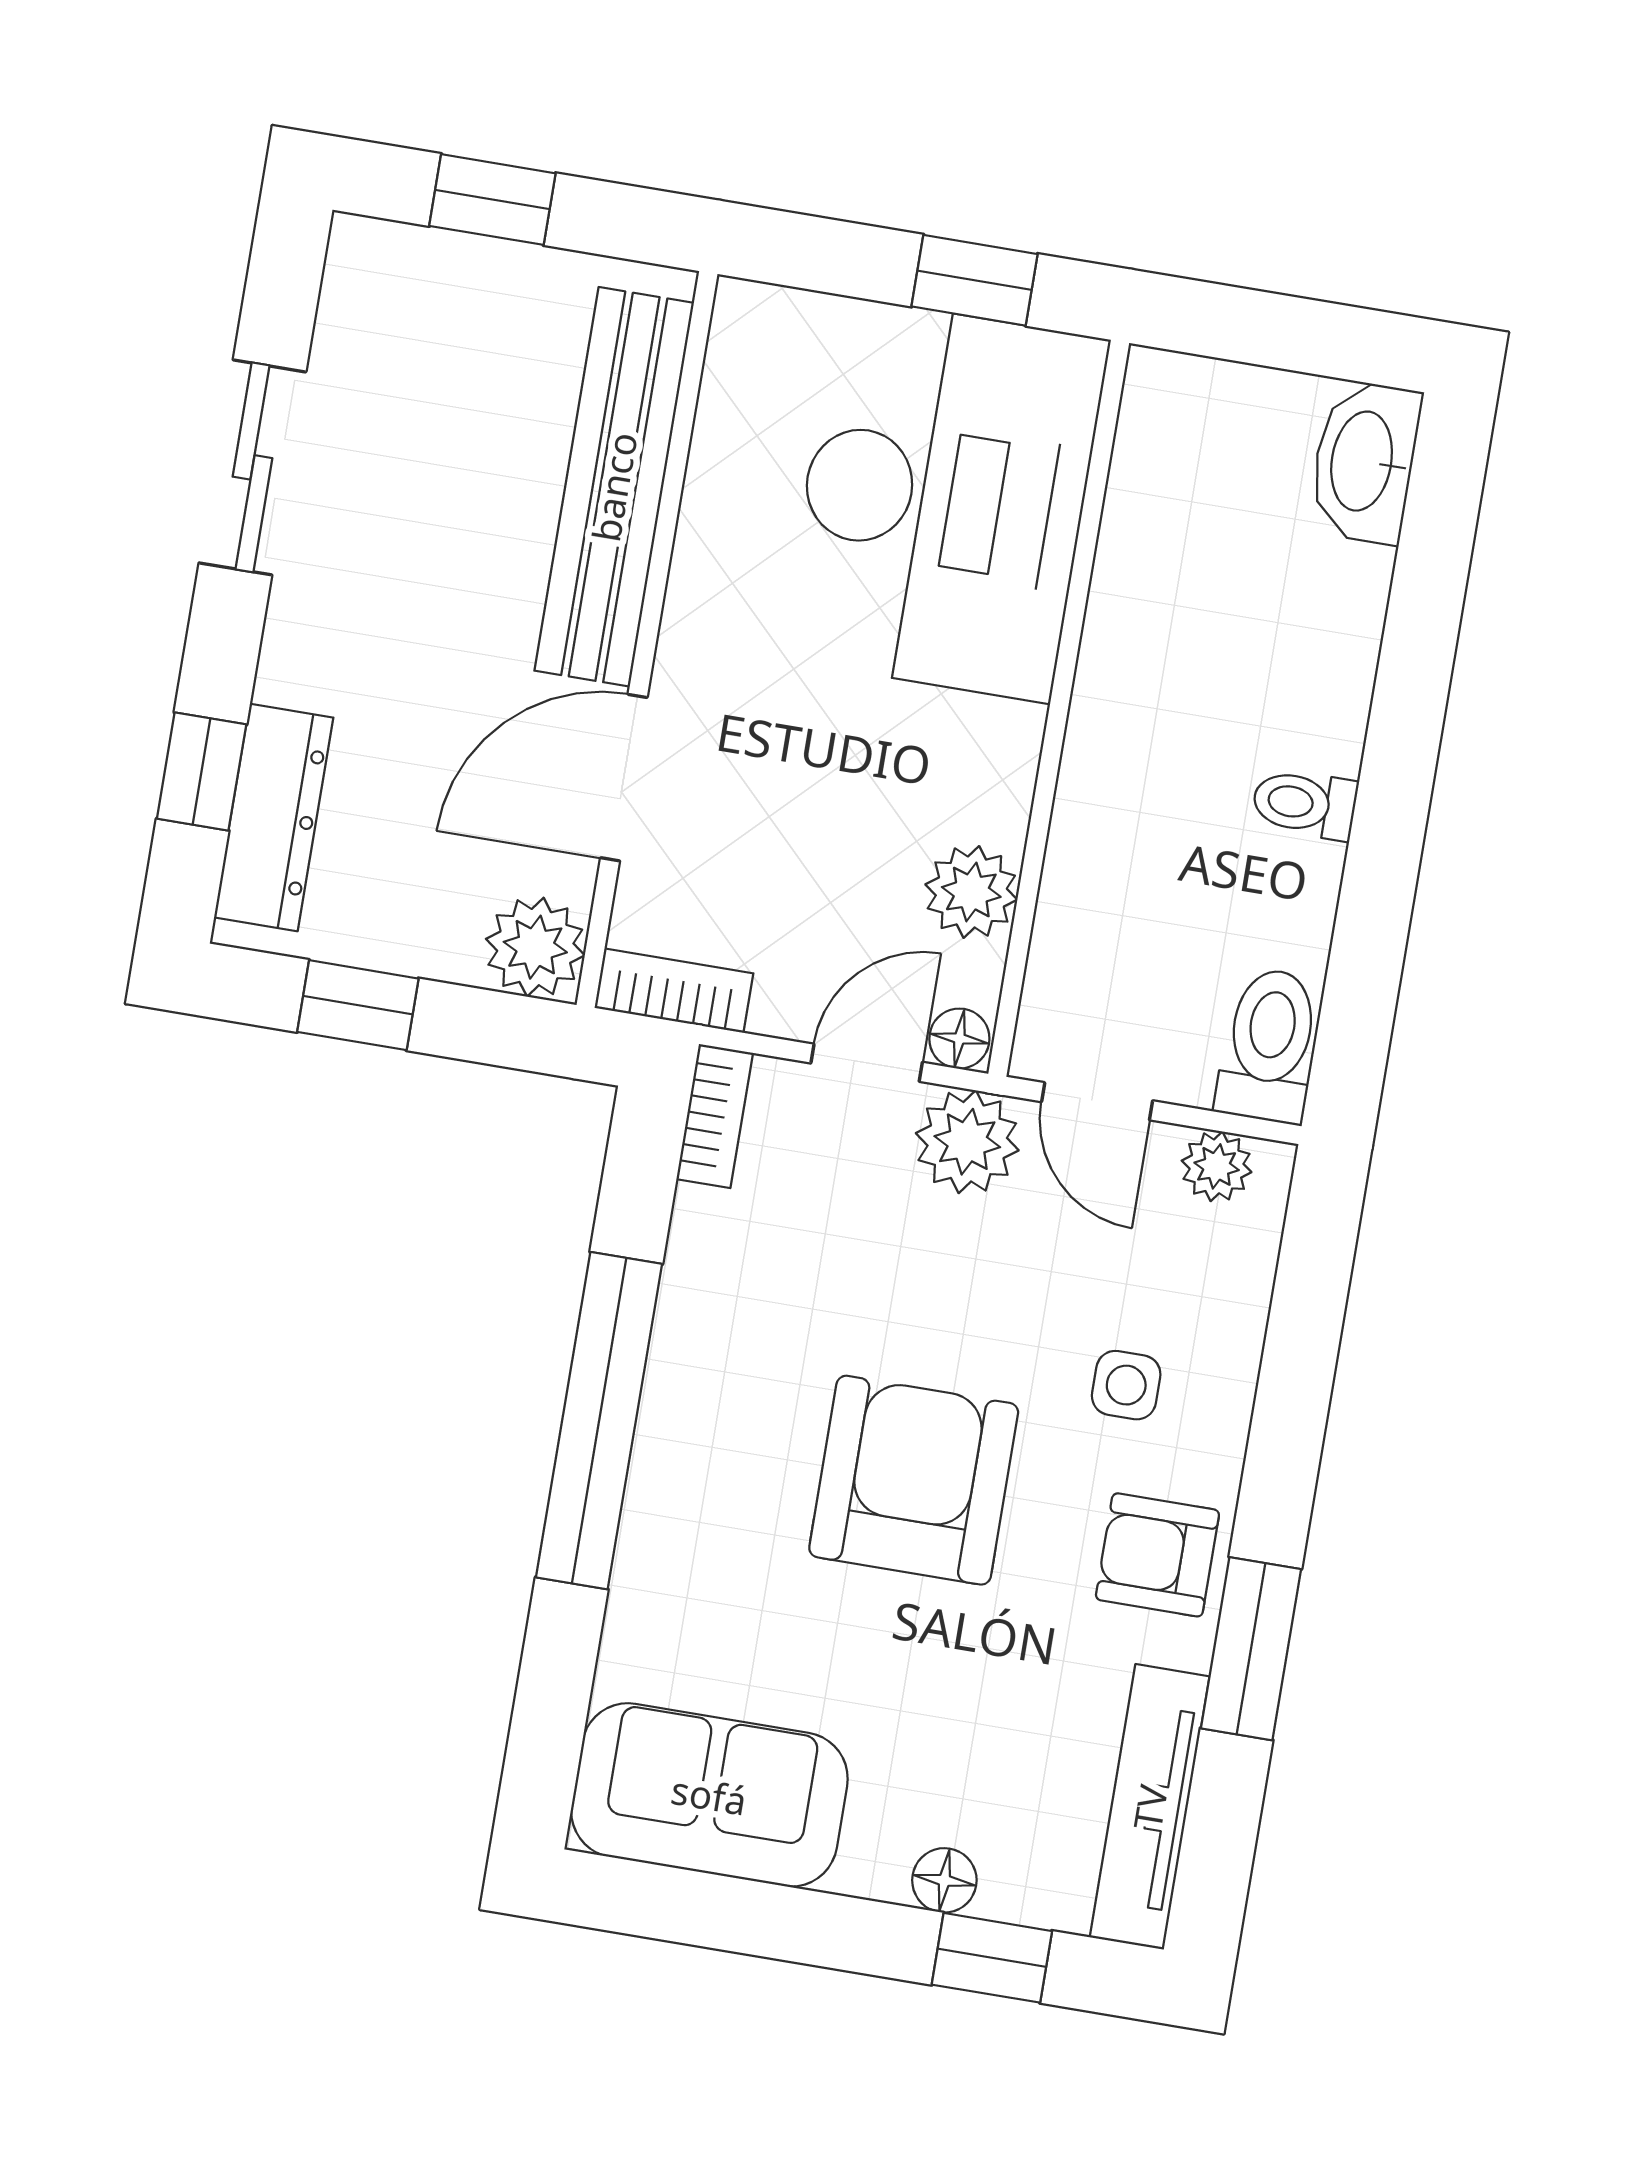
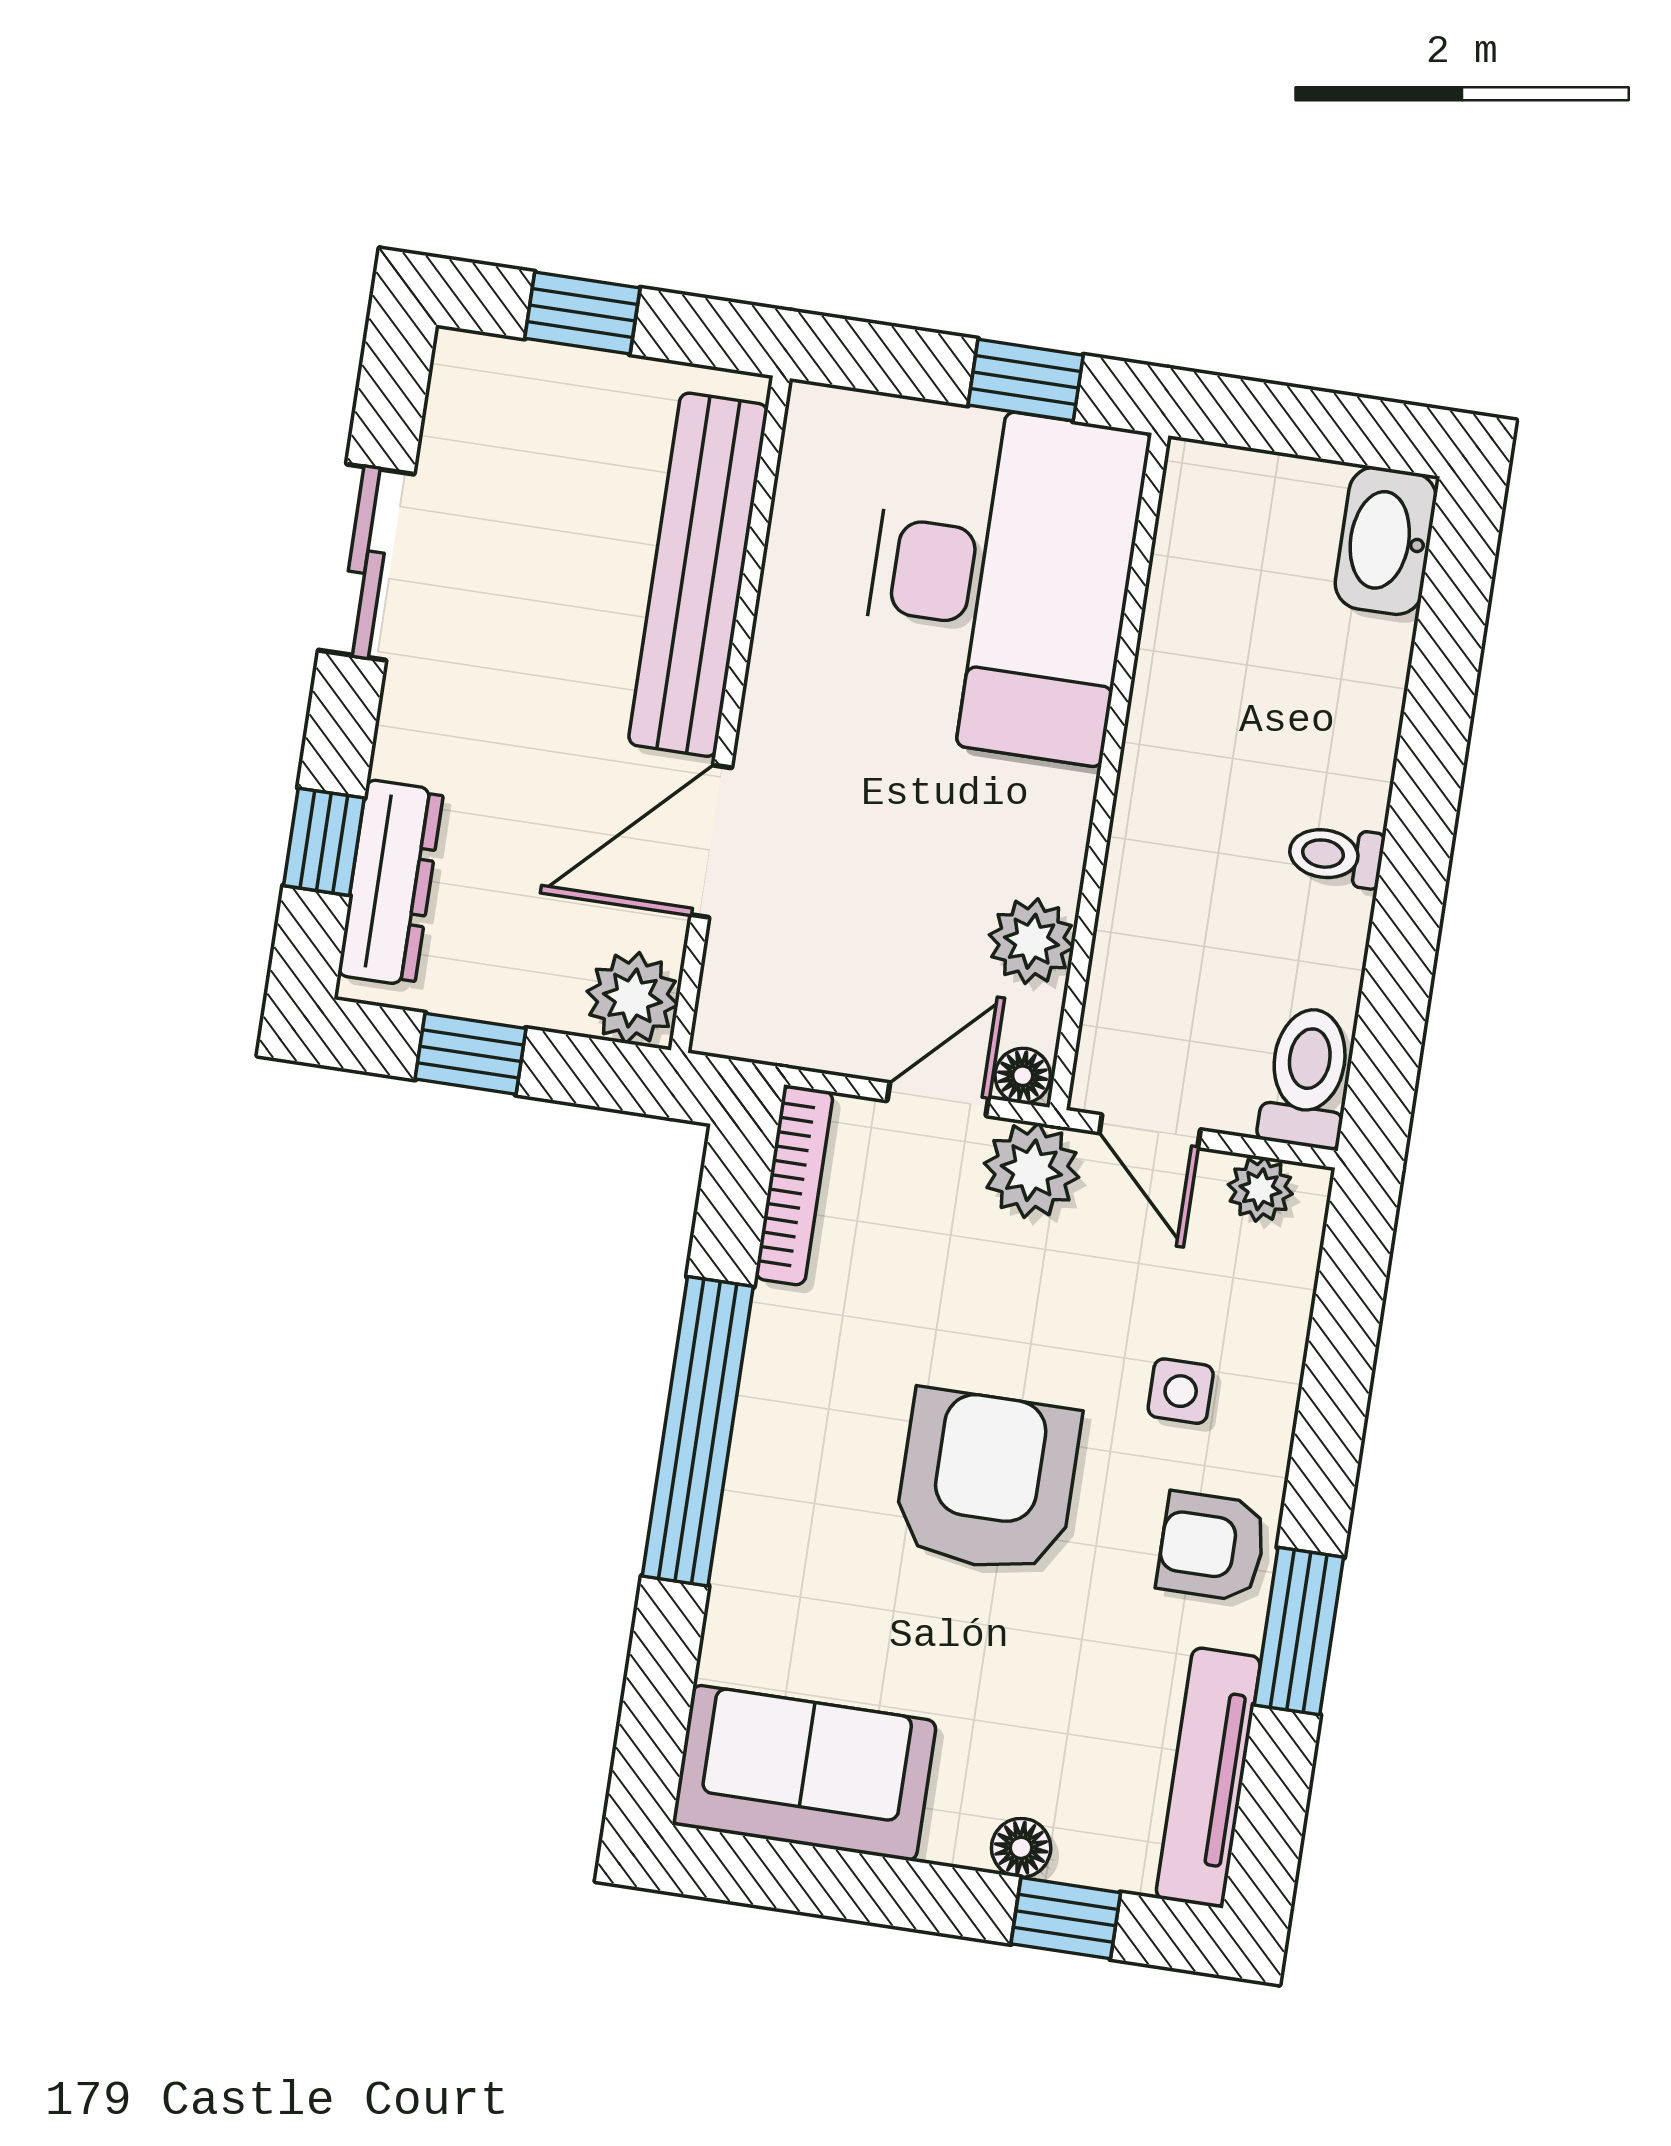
bookcase: (674, 991) -> (760, 1036), removed
bookcase: (715, 1116) -> (794, 1185), width x1.56

